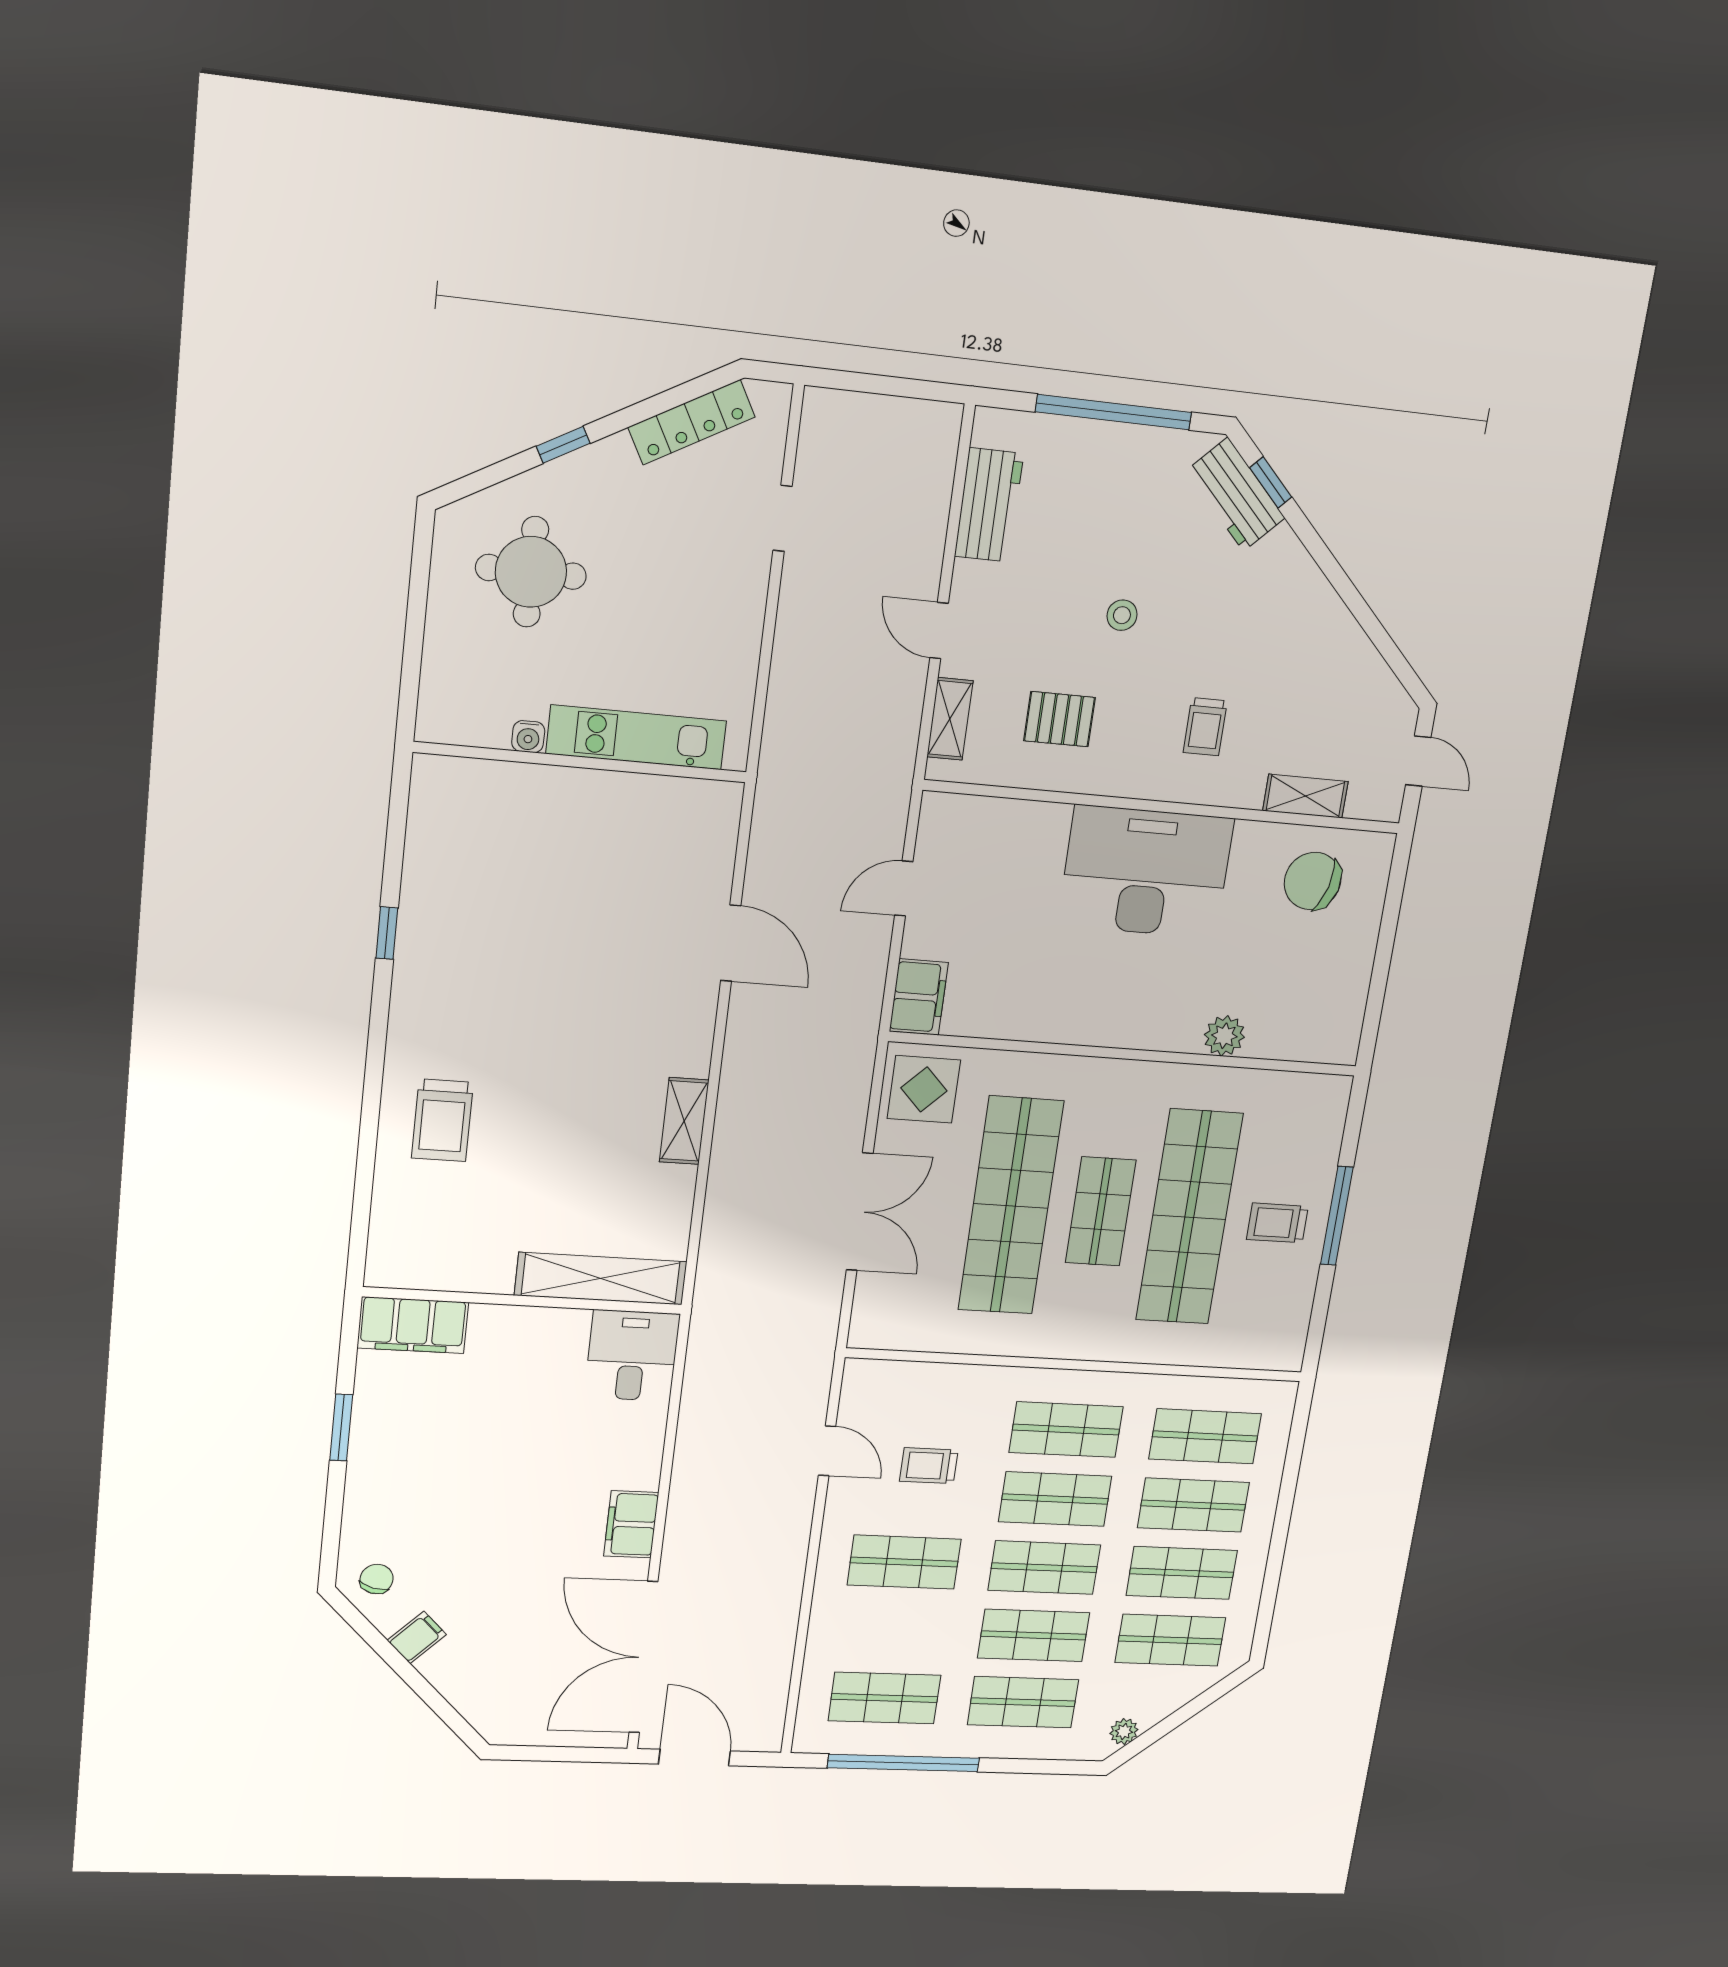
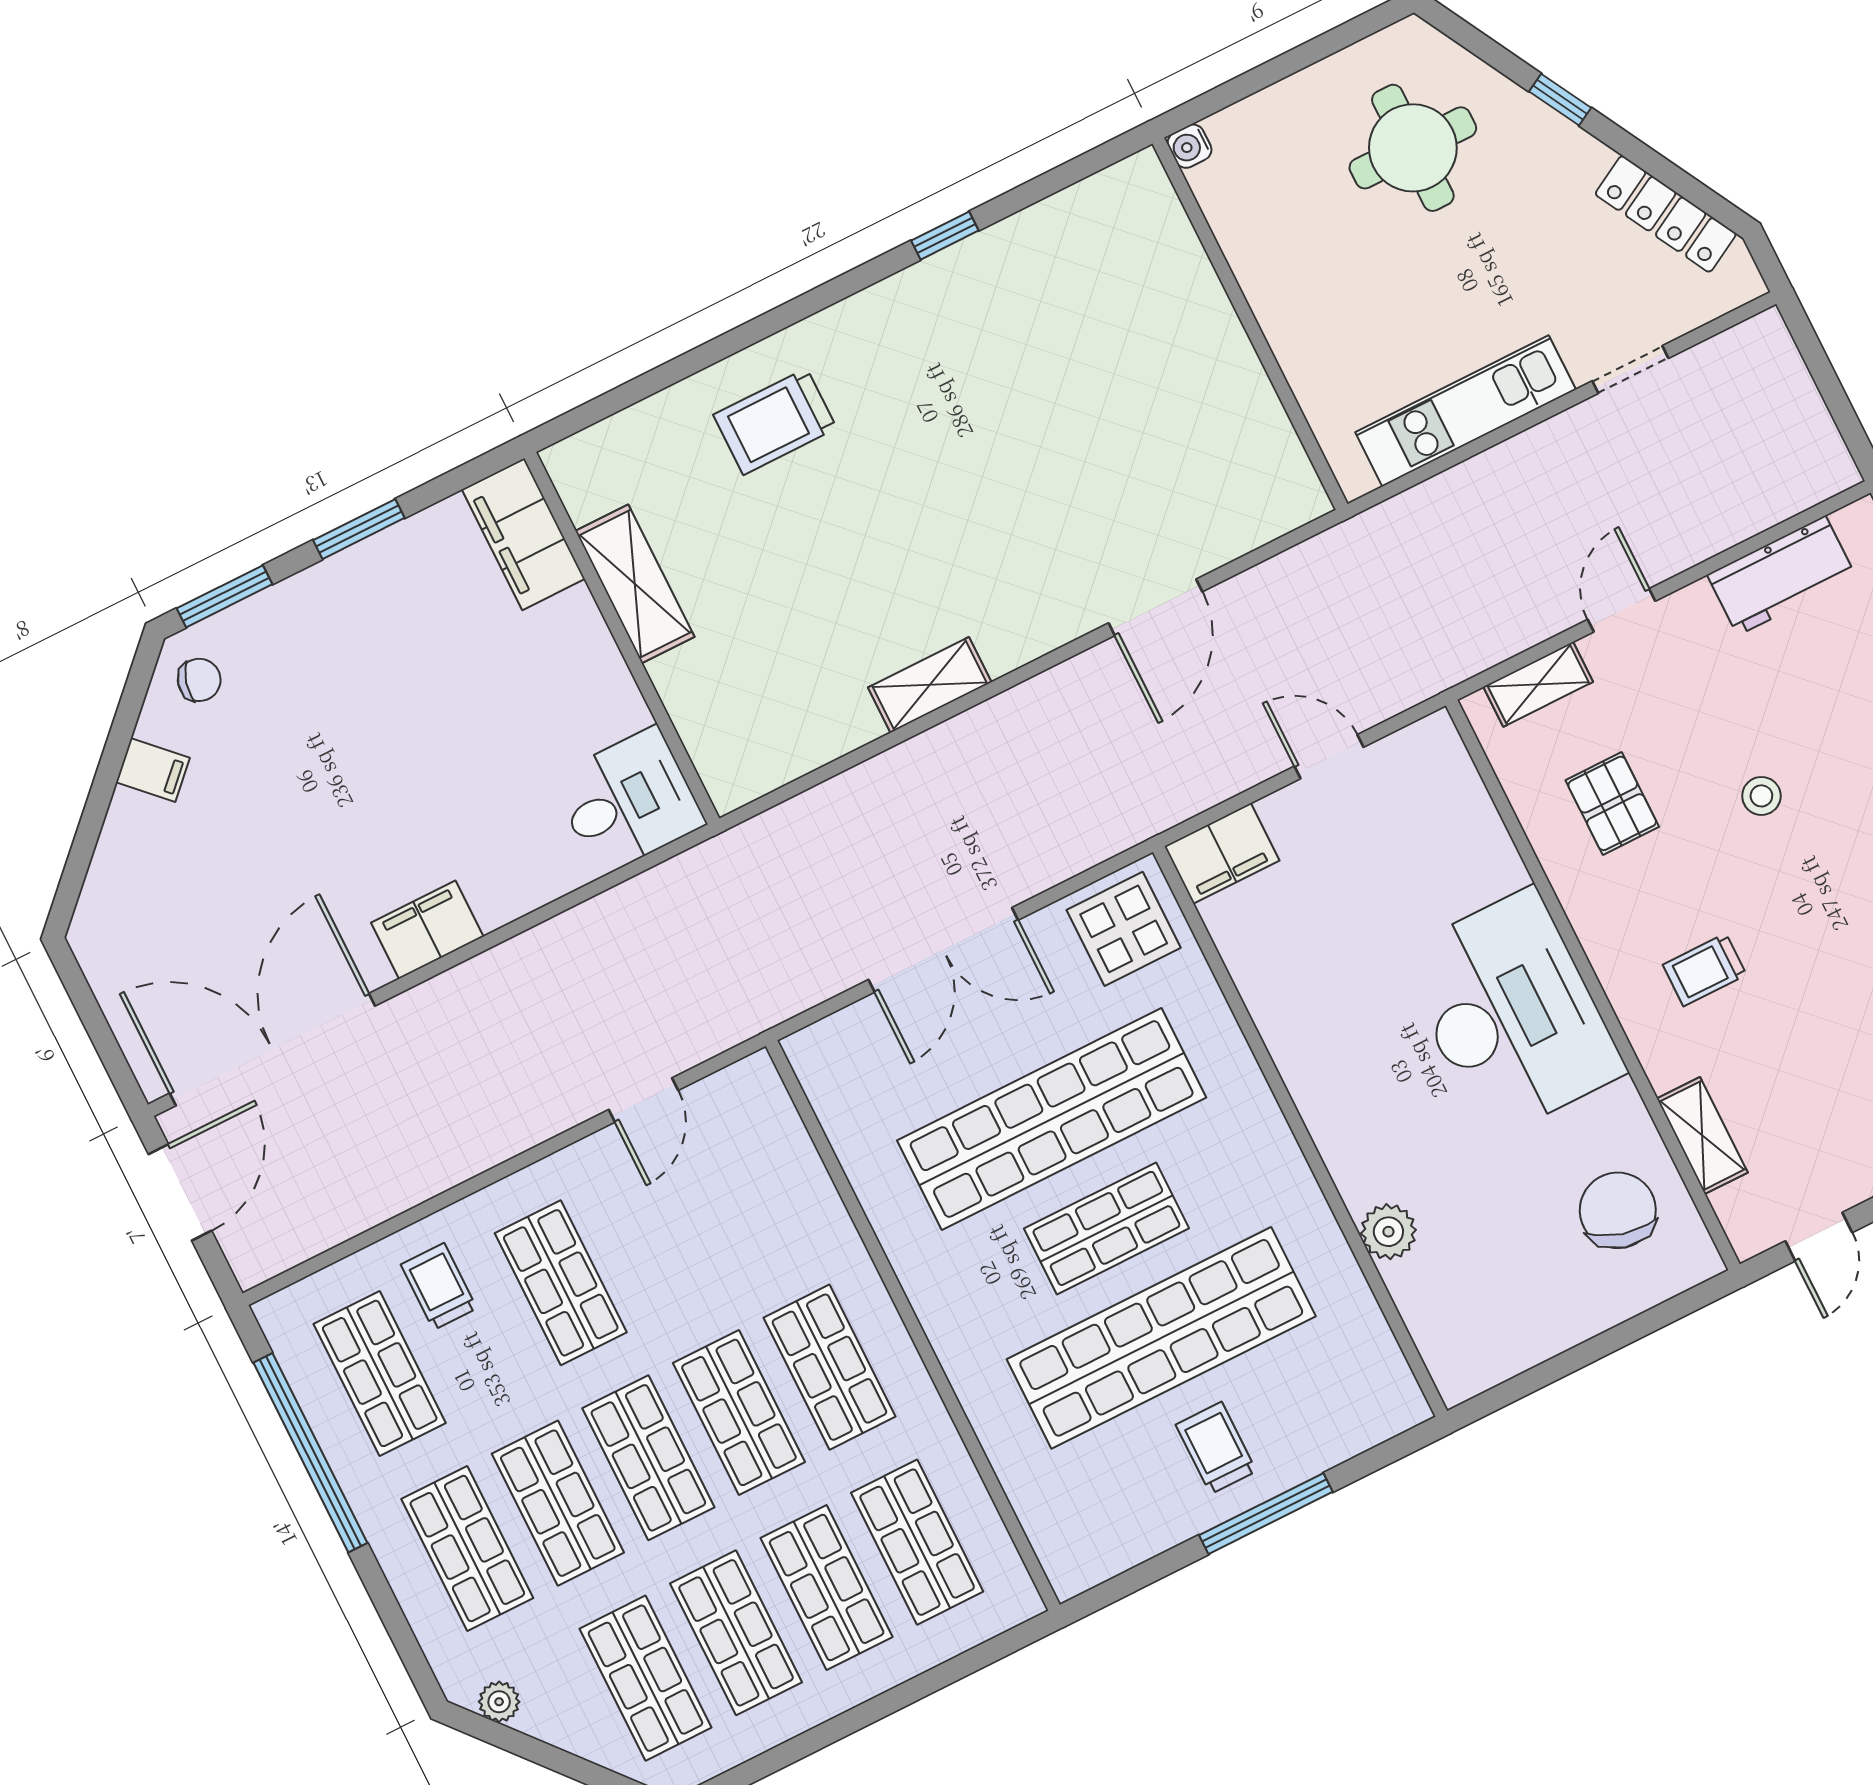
water cooler: (528, 737) -> (1190, 146), moved
kitchen unit: (636, 737) -> (1466, 411), moved, turned -90
shelving: (601, 1279) -> (635, 584), moved, width x0.68
trolley: (929, 1466) -> (439, 1287), moved
window: (331, 1535) -> (225, 596), added

